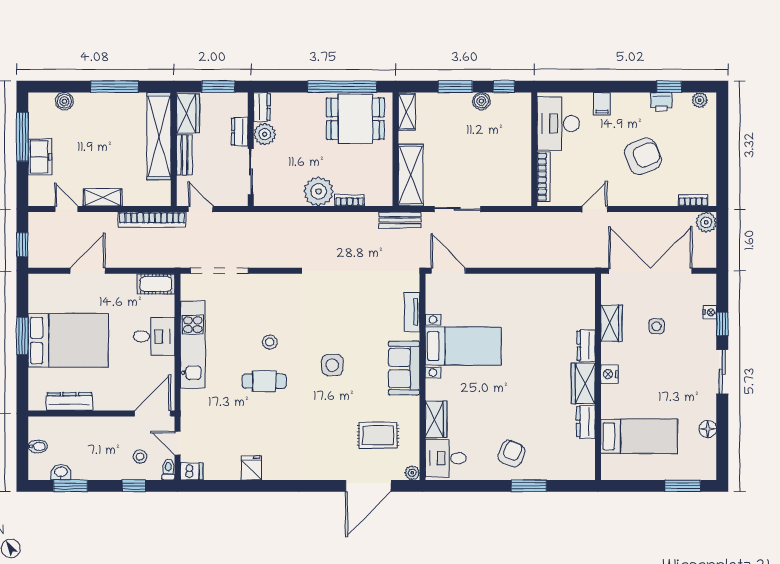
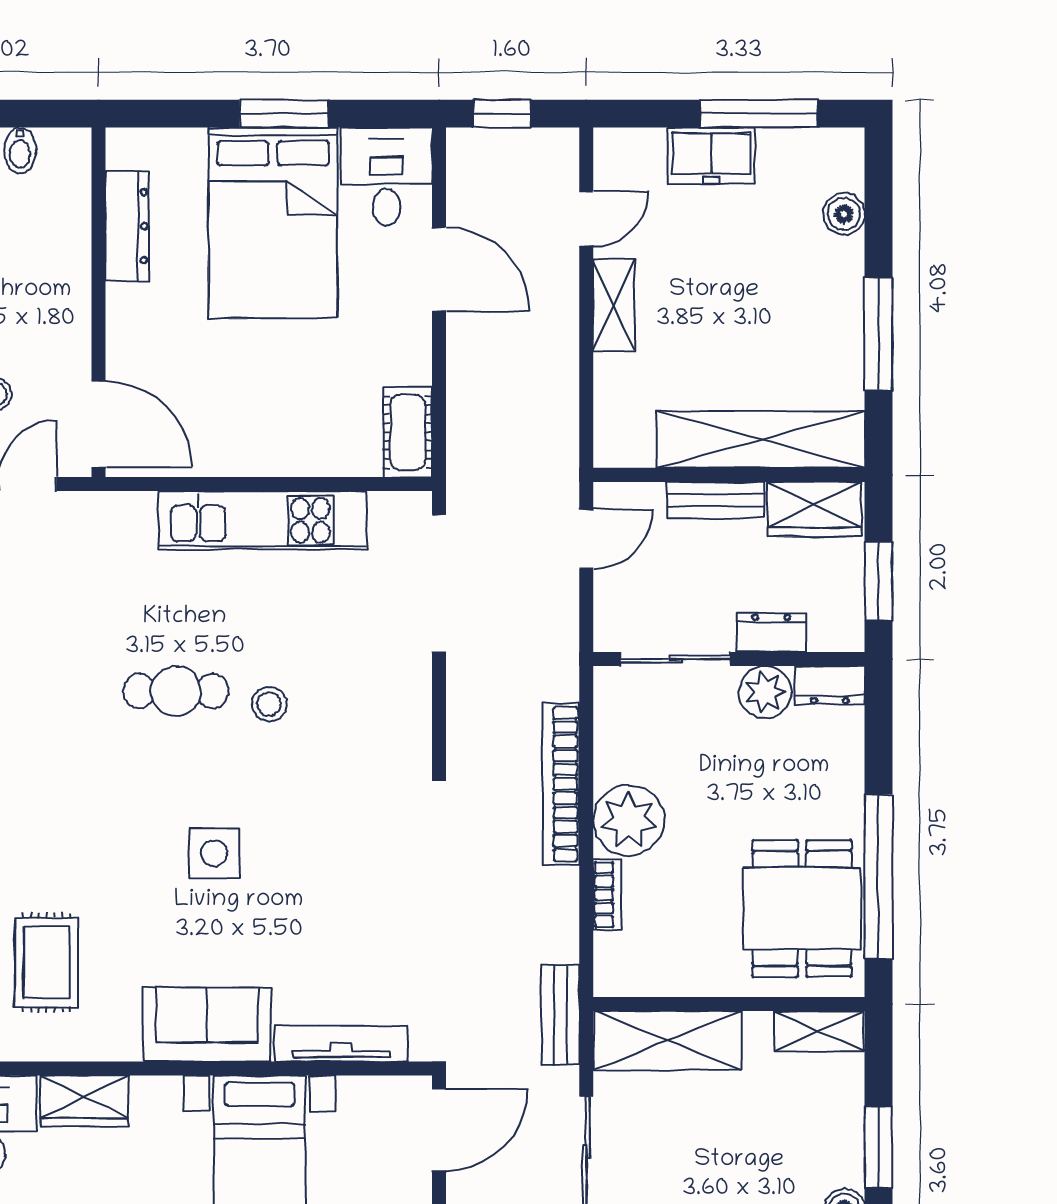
bookcase: (152, 220) -> (561, 784), moved
tv unit: (412, 312) -> (341, 1044), width x1.41
desk: (154, 336) -> (387, 177), moved, turned 180
cafe table: (264, 381) -> (176, 691), turned 90

